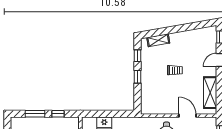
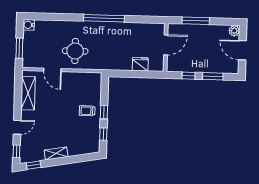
window: (203, 24) -> (34, 165), added
shelving: (158, 40) -> (56, 153), moved
trolley: (175, 70) -> (87, 111), moved

